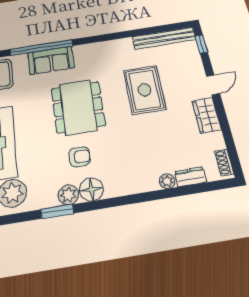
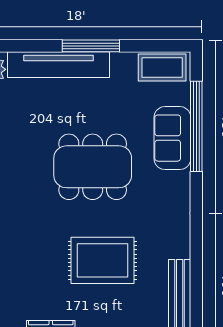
armchair: (80, 157) -> (22, 160), removed

